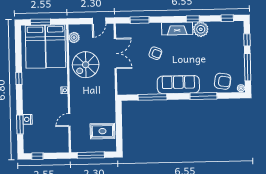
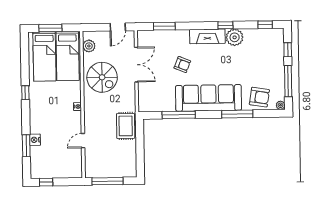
spiral stairs: (86, 65) -> (102, 77), turned -90
sofa: (178, 85) -> (208, 98), width x1.36, depth x1.27
rug: (102, 131) -> (126, 126), moved, turned 90

